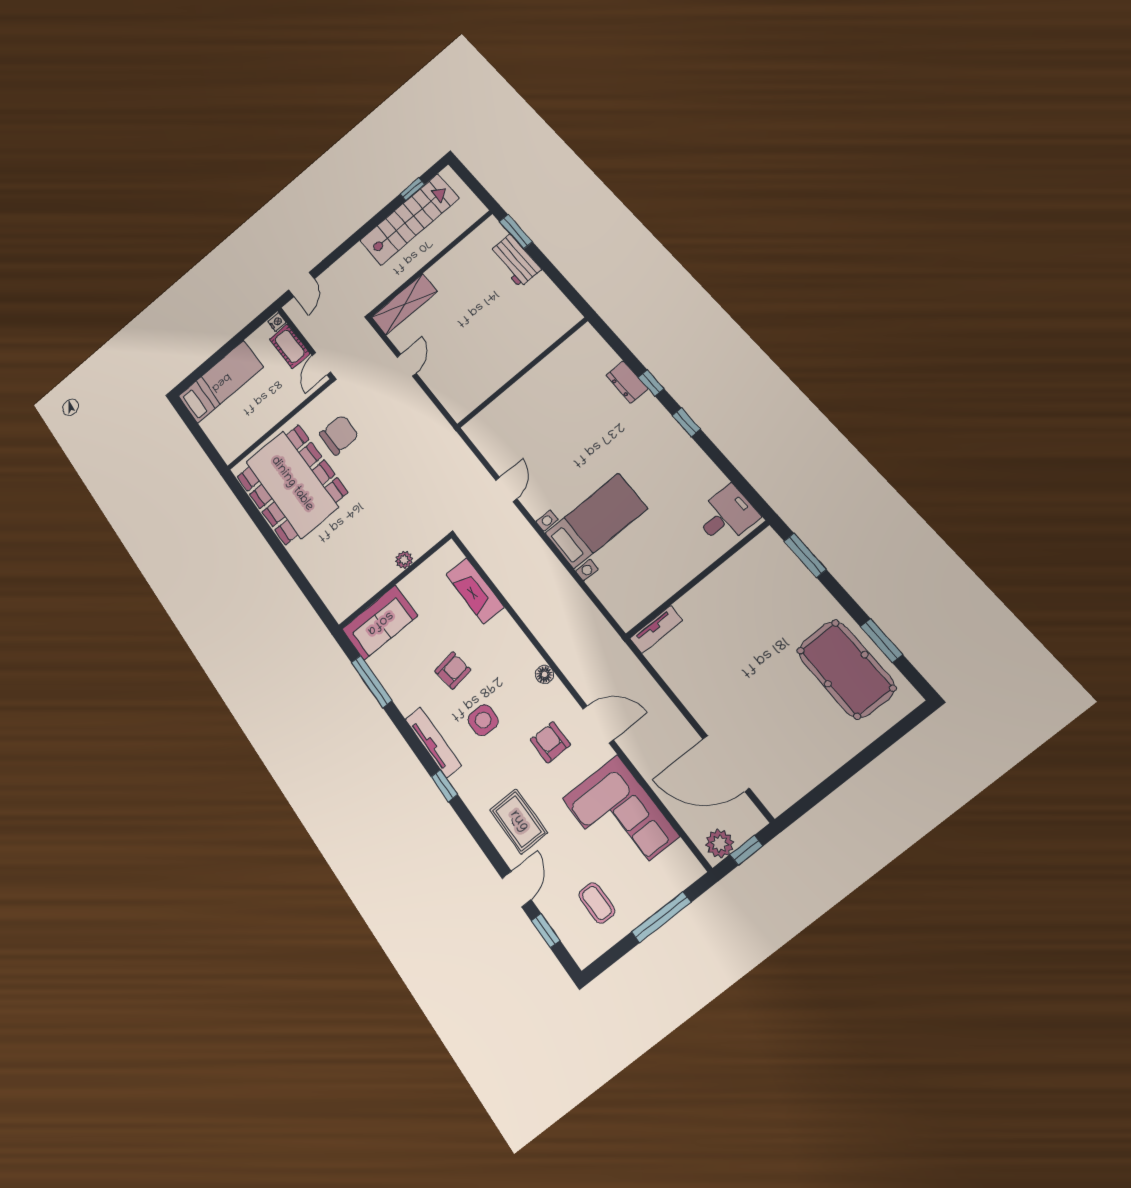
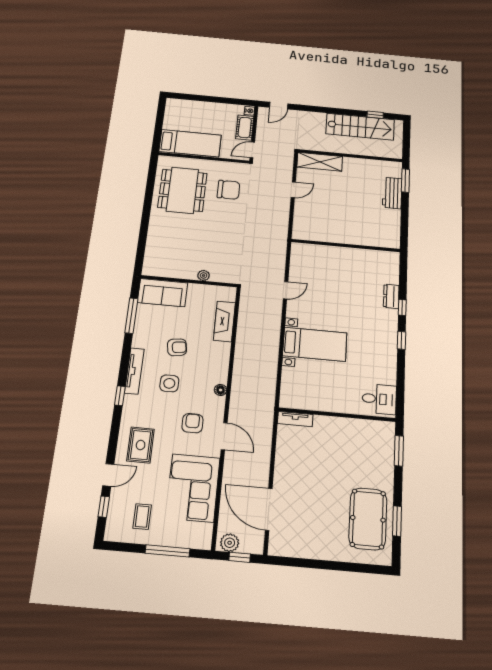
bed: (221, 382) -> (190, 143), moved
dining table: (292, 484) -> (182, 190), width x0.73, depth x0.80

